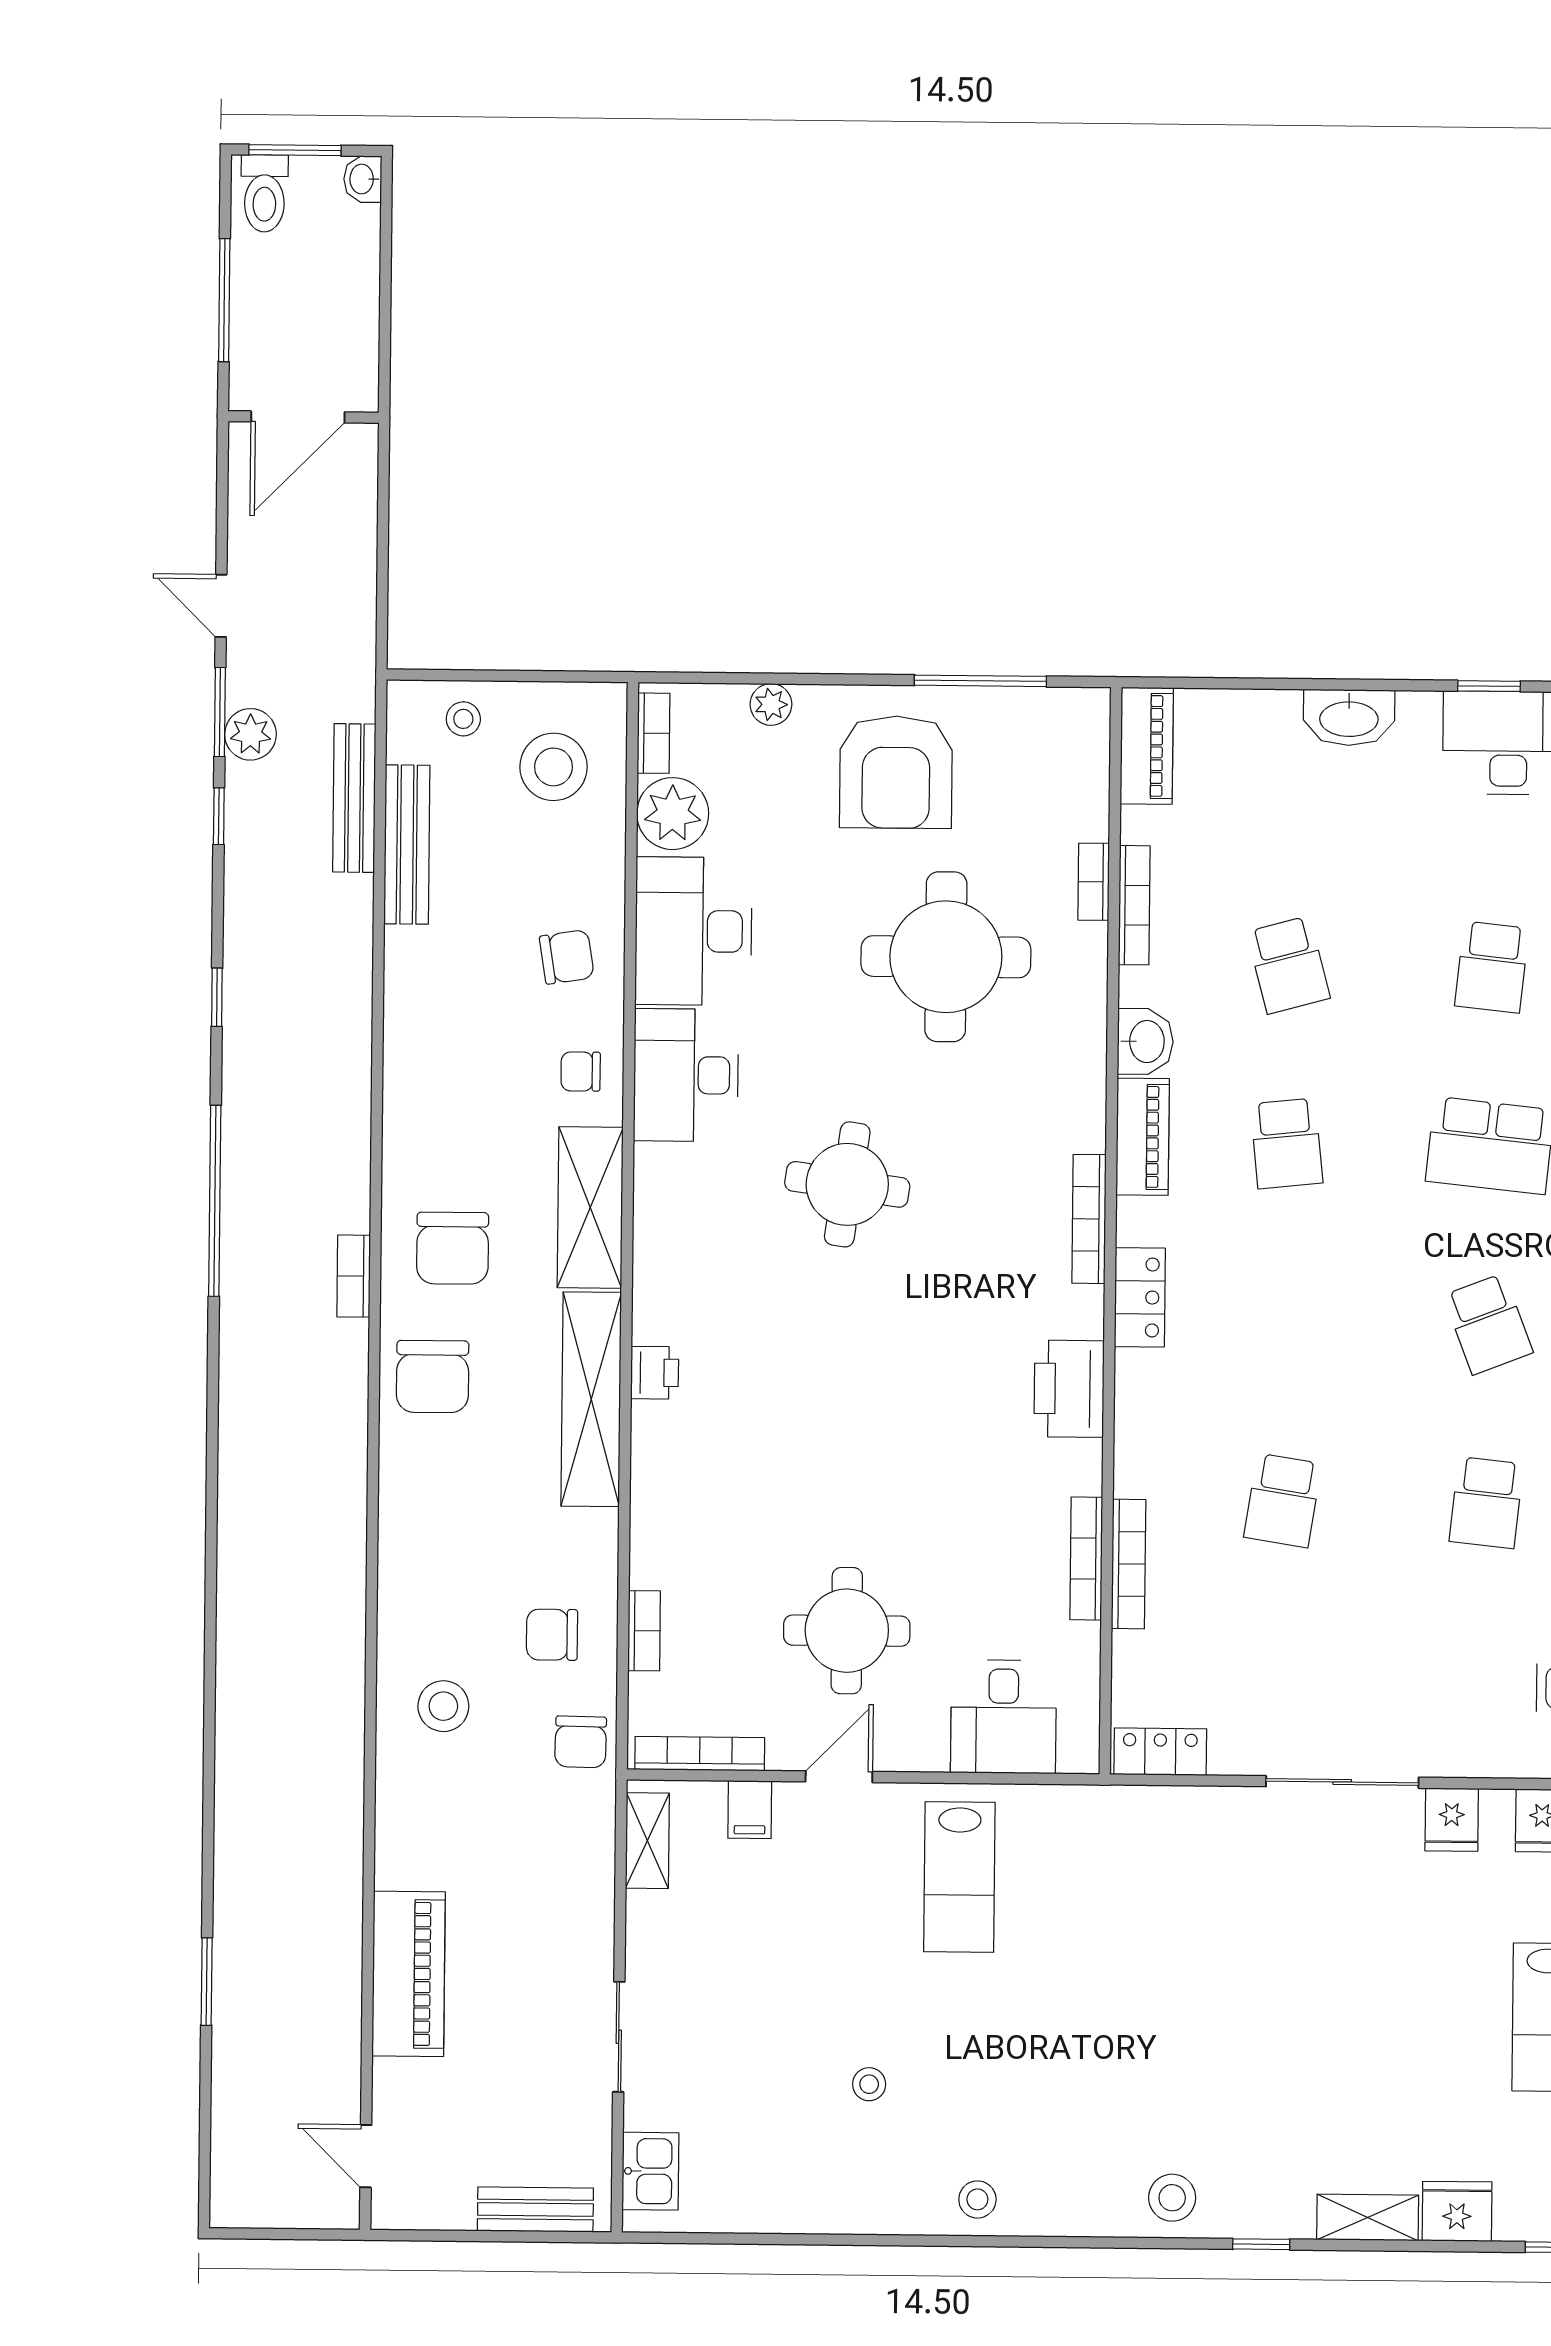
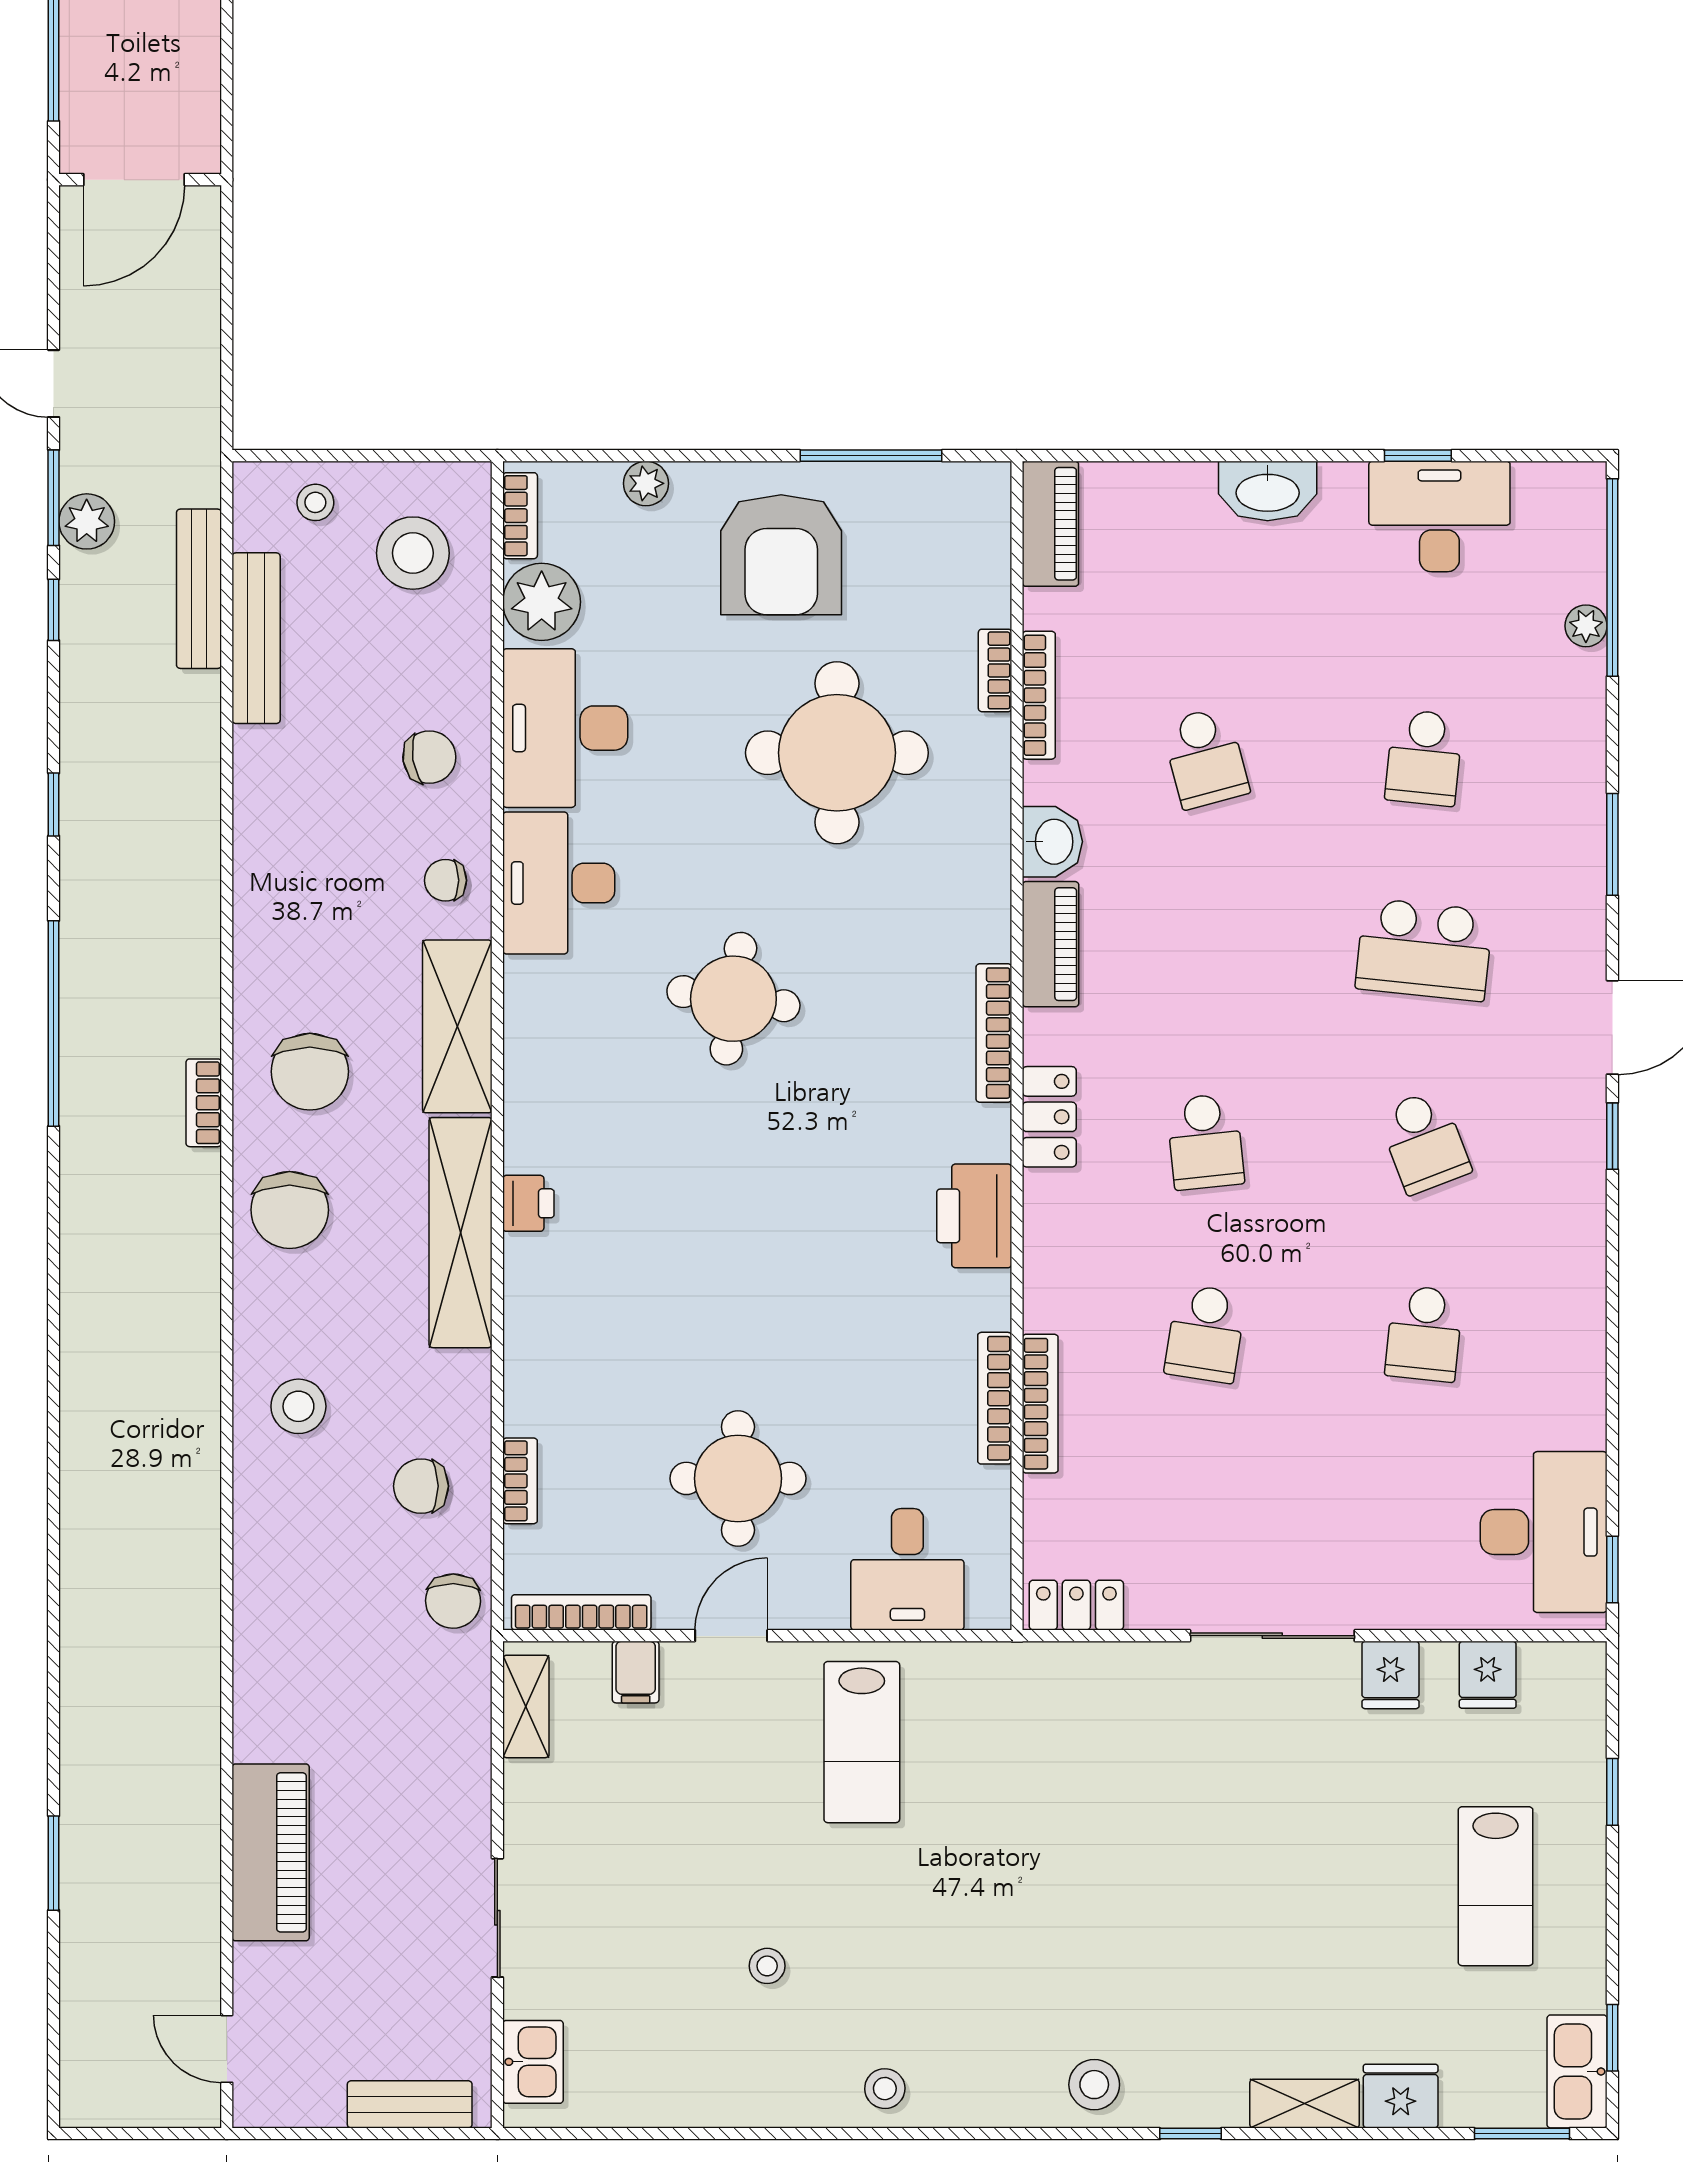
school desk: (1286, 1143) -> (1205, 1142), moved
stool: (443, 1706) -> (298, 1406), moved

